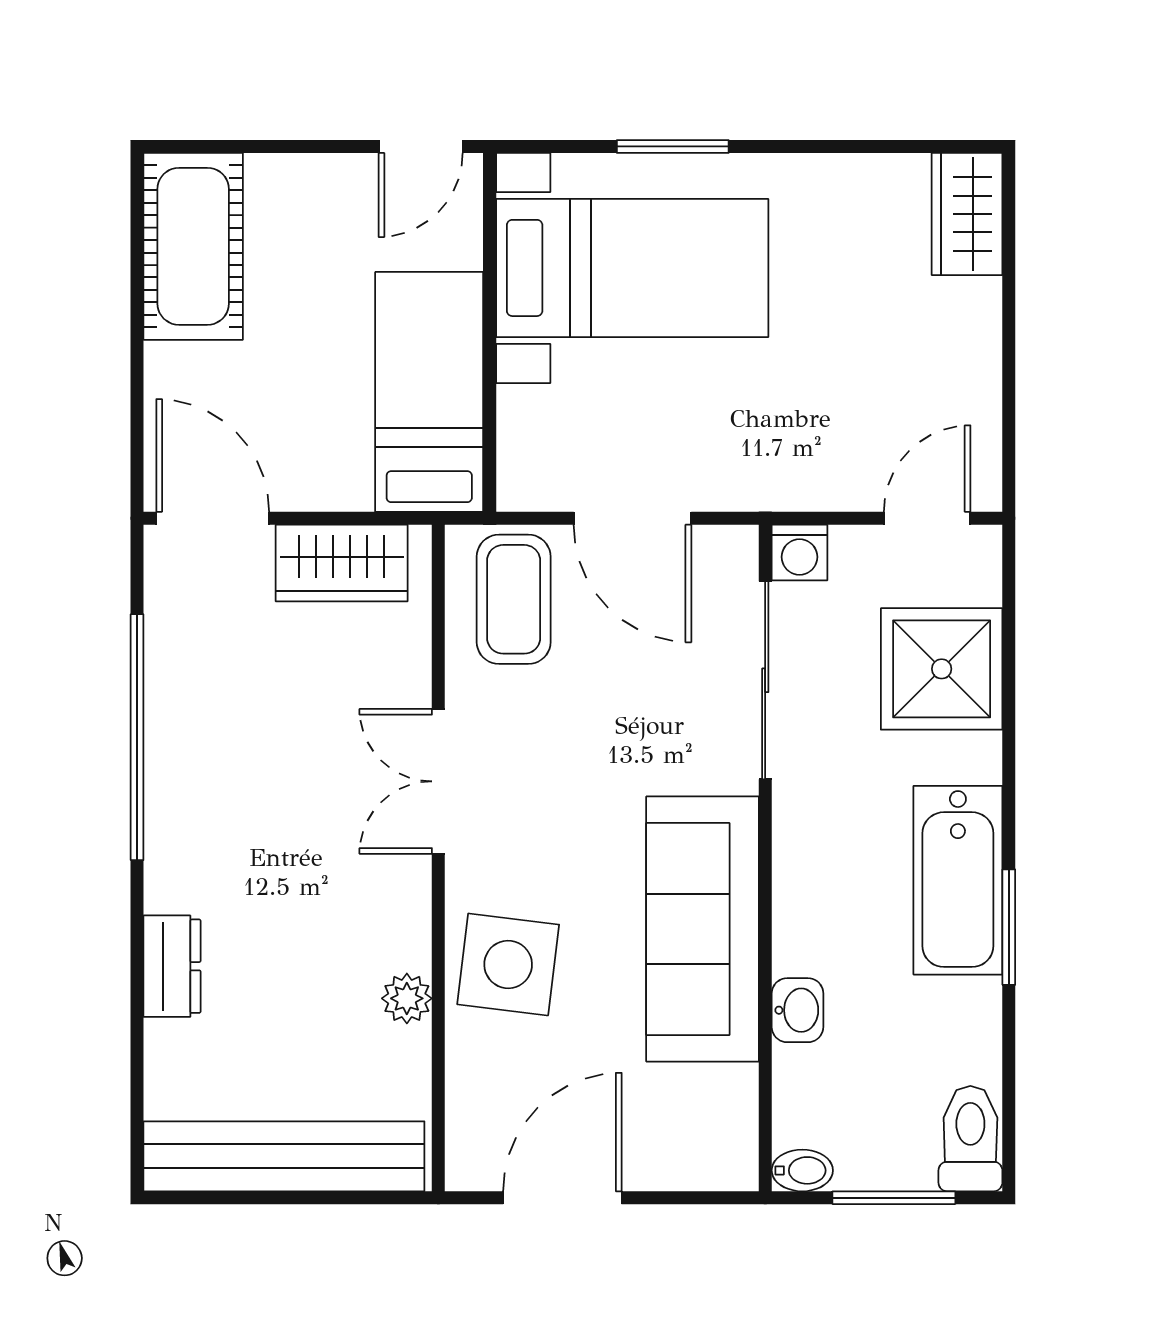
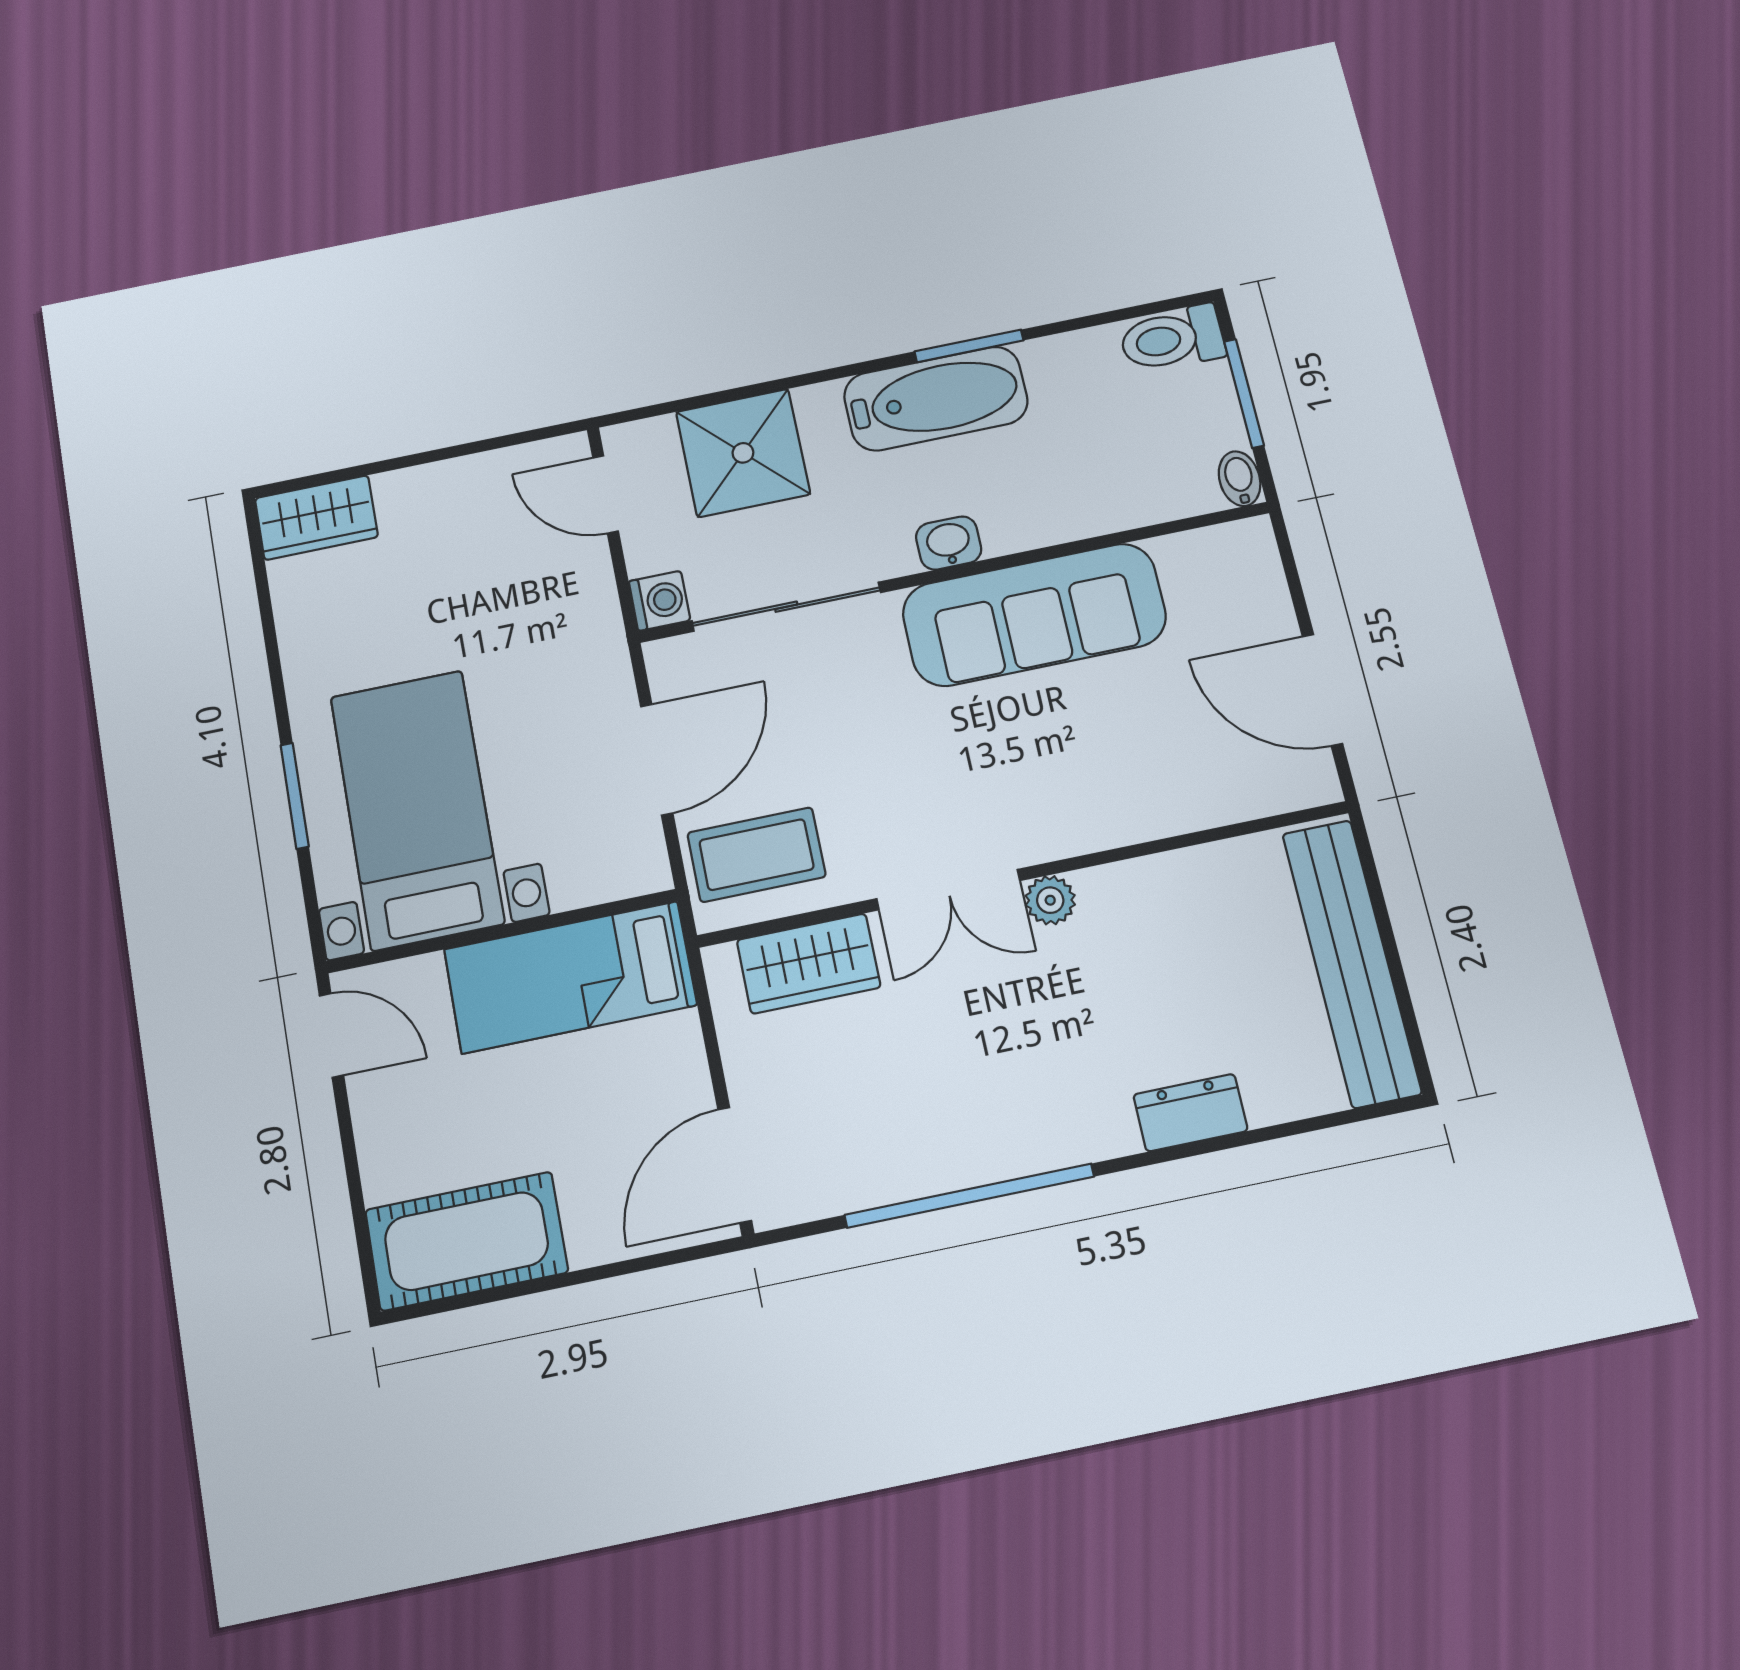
wardrobe: (342, 563) -> (809, 964), moved, turned 90
side table: (508, 964) -> (1111, 787), removed
plant: (407, 998) -> (1050, 900), moved
washbasin: (798, 1010) -> (949, 543), moved

